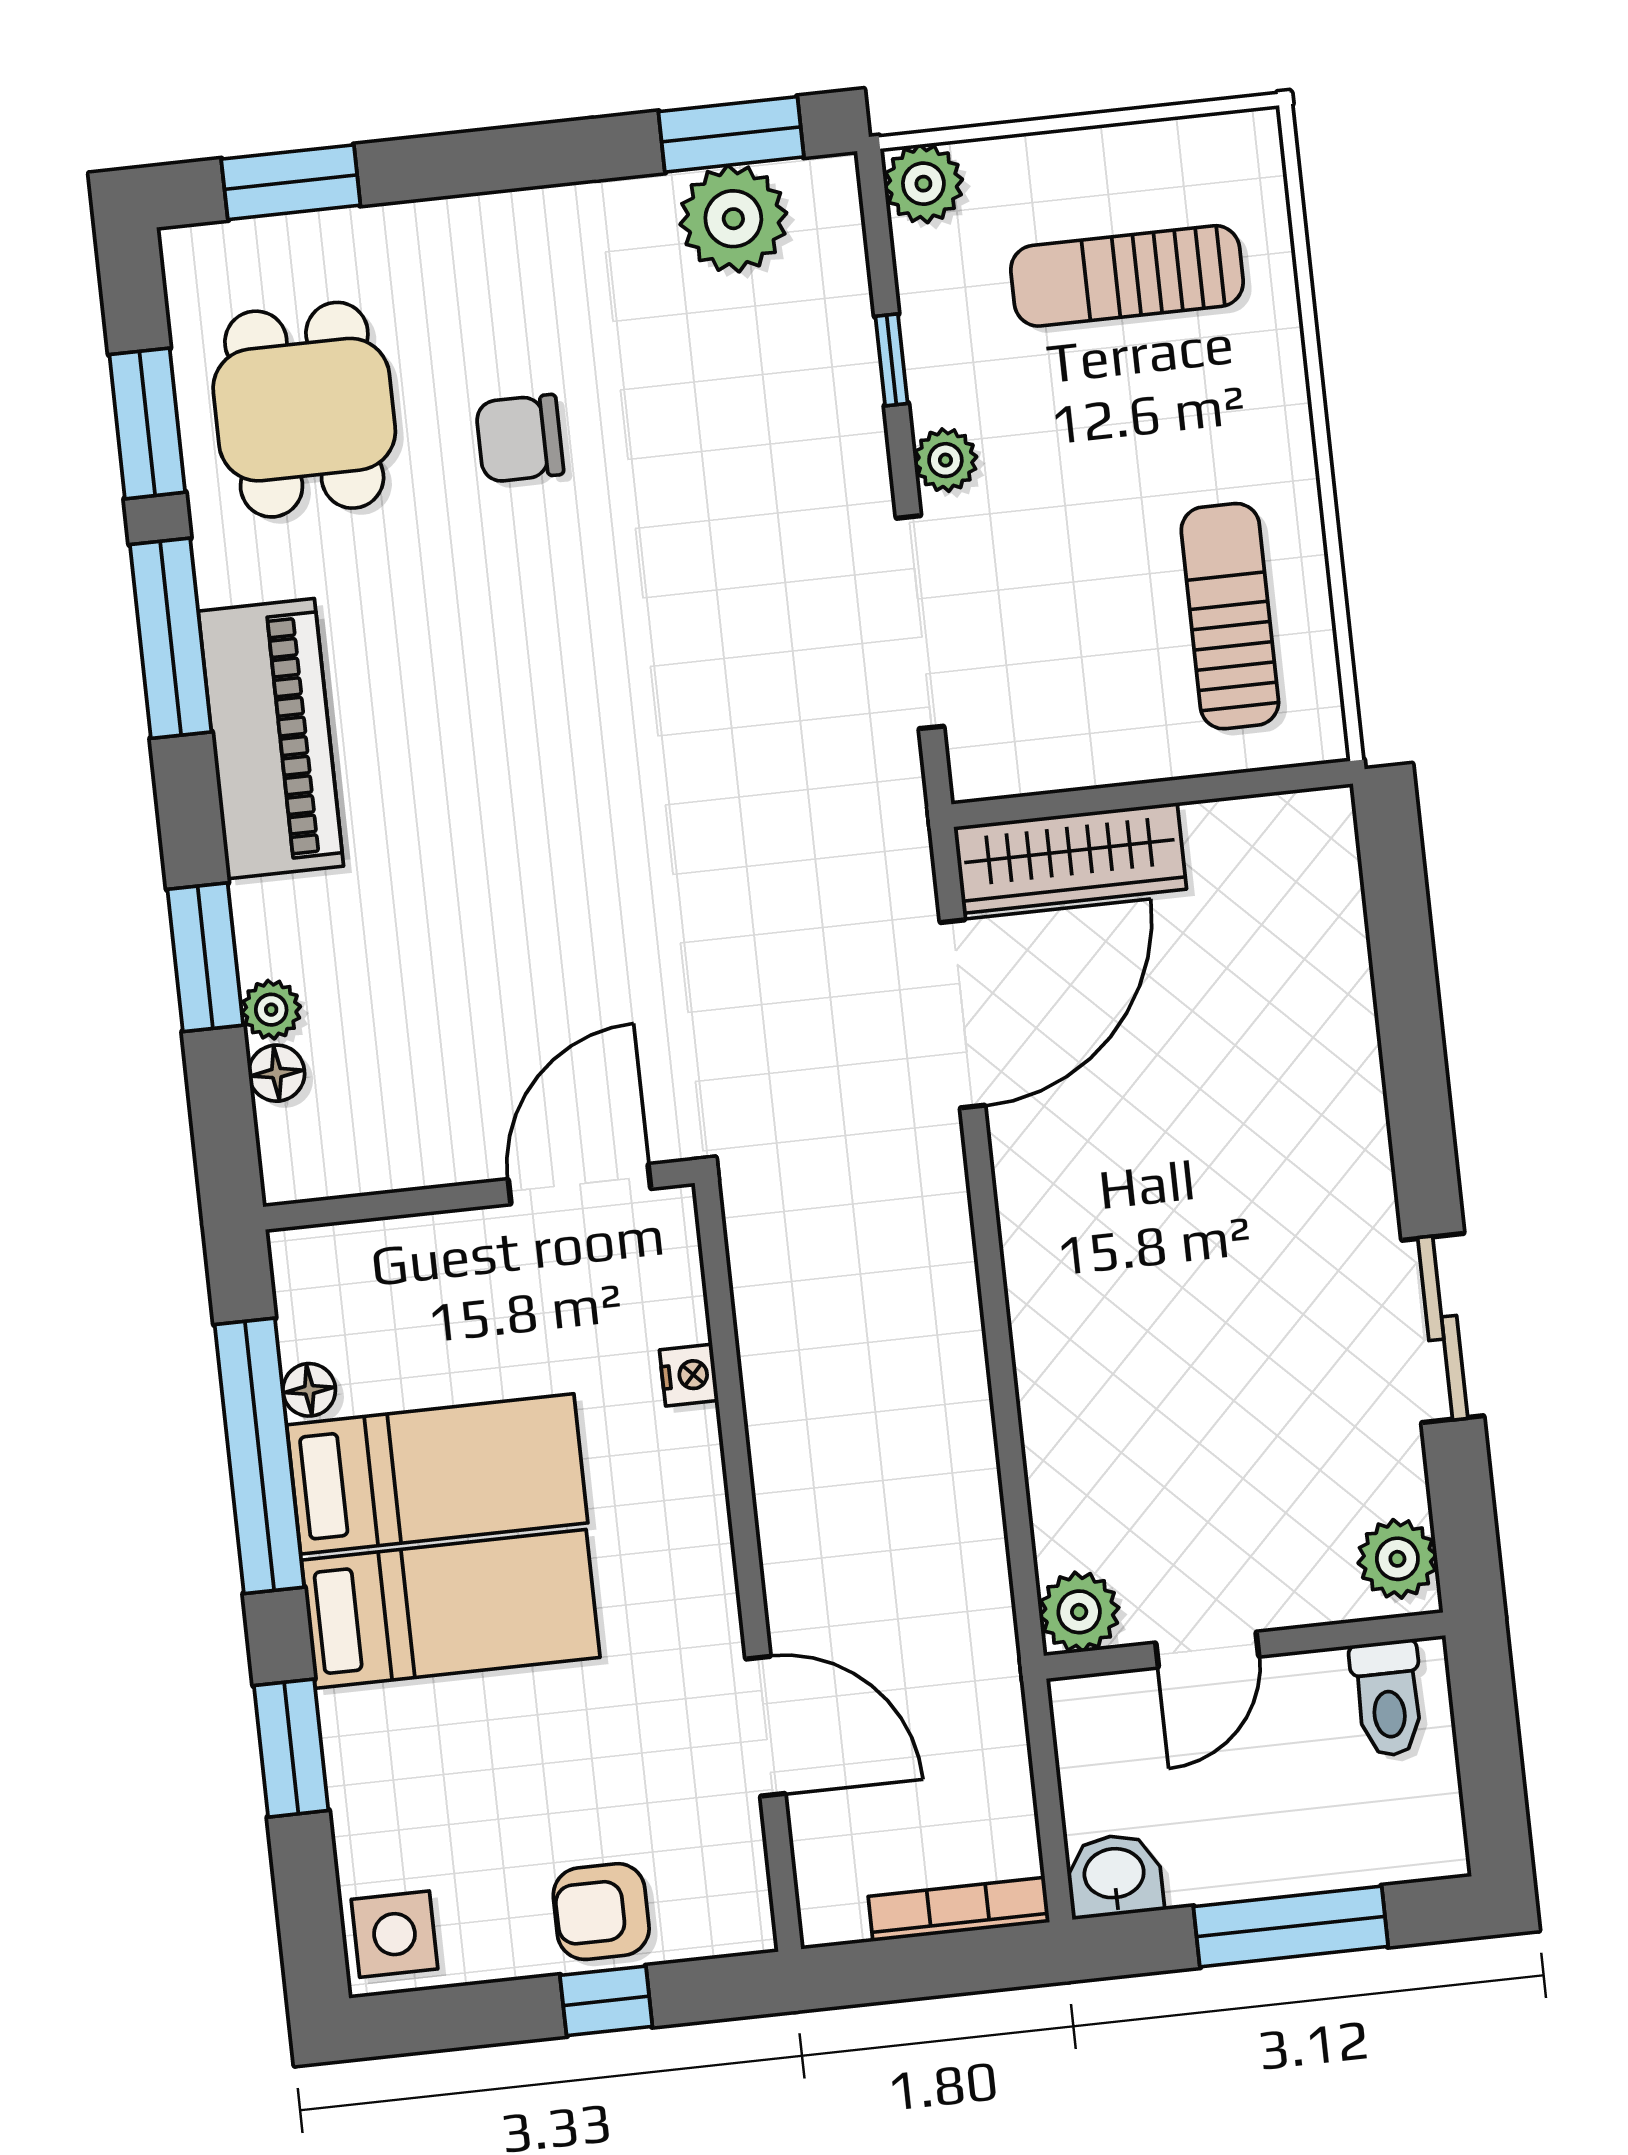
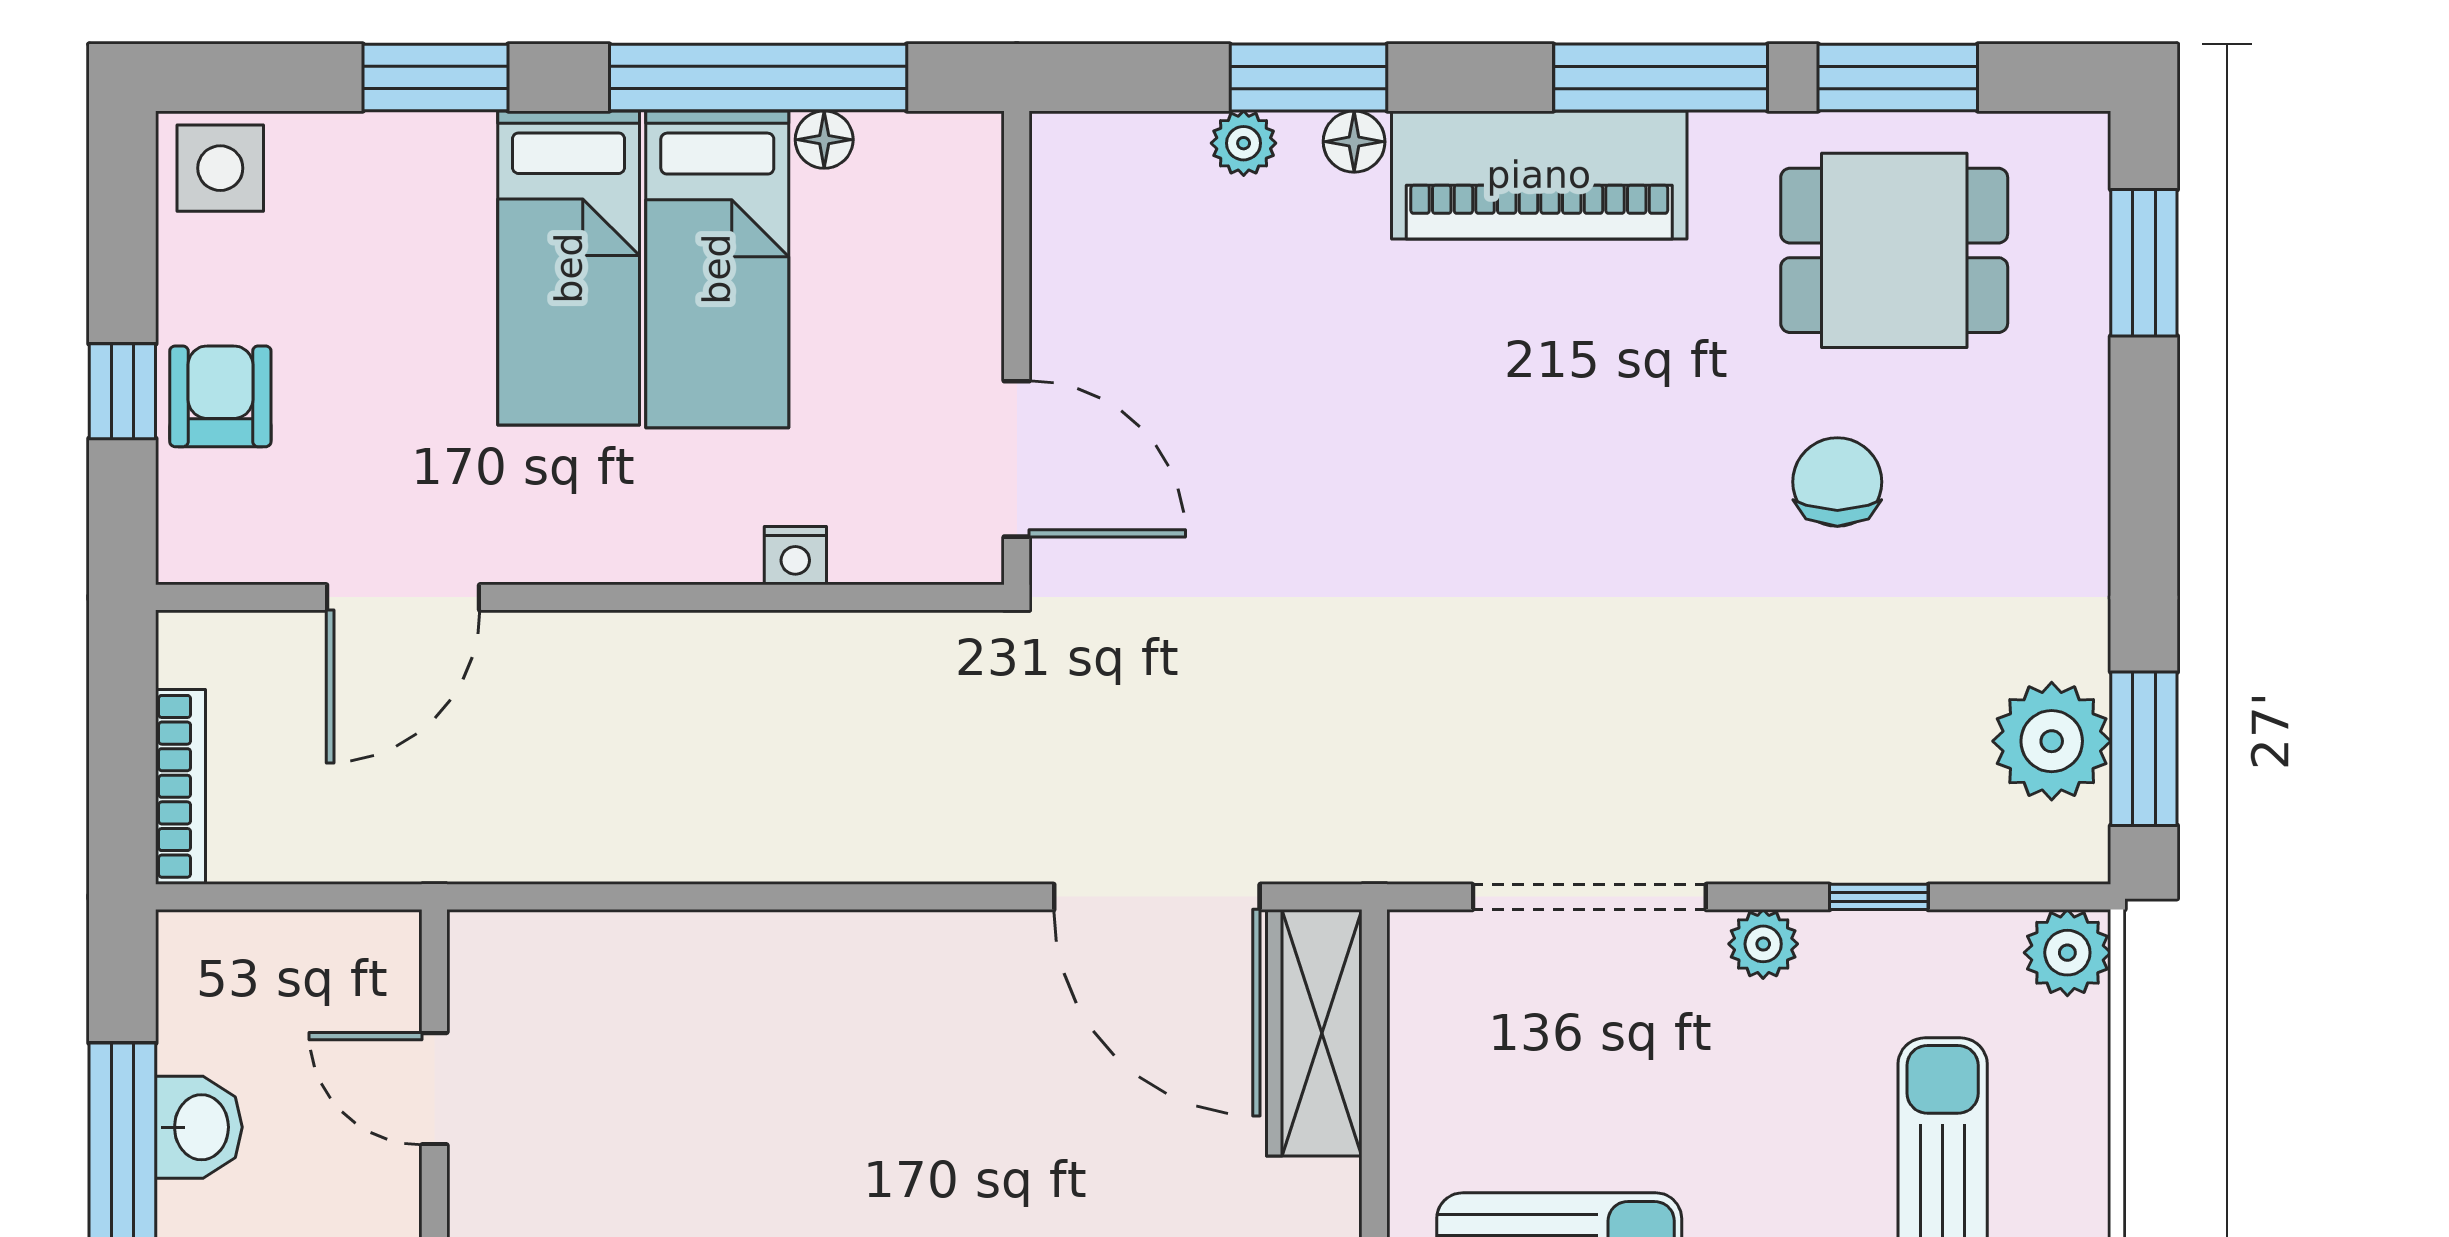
floor lamp: (277, 1073) -> (1354, 142), moved
plant: (1079, 1612) -> (491, 953), removed
washbasin: (1114, 1876) -> (199, 1127), moved

